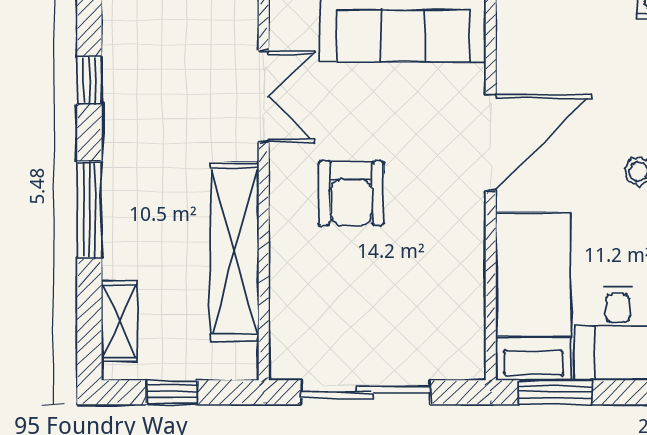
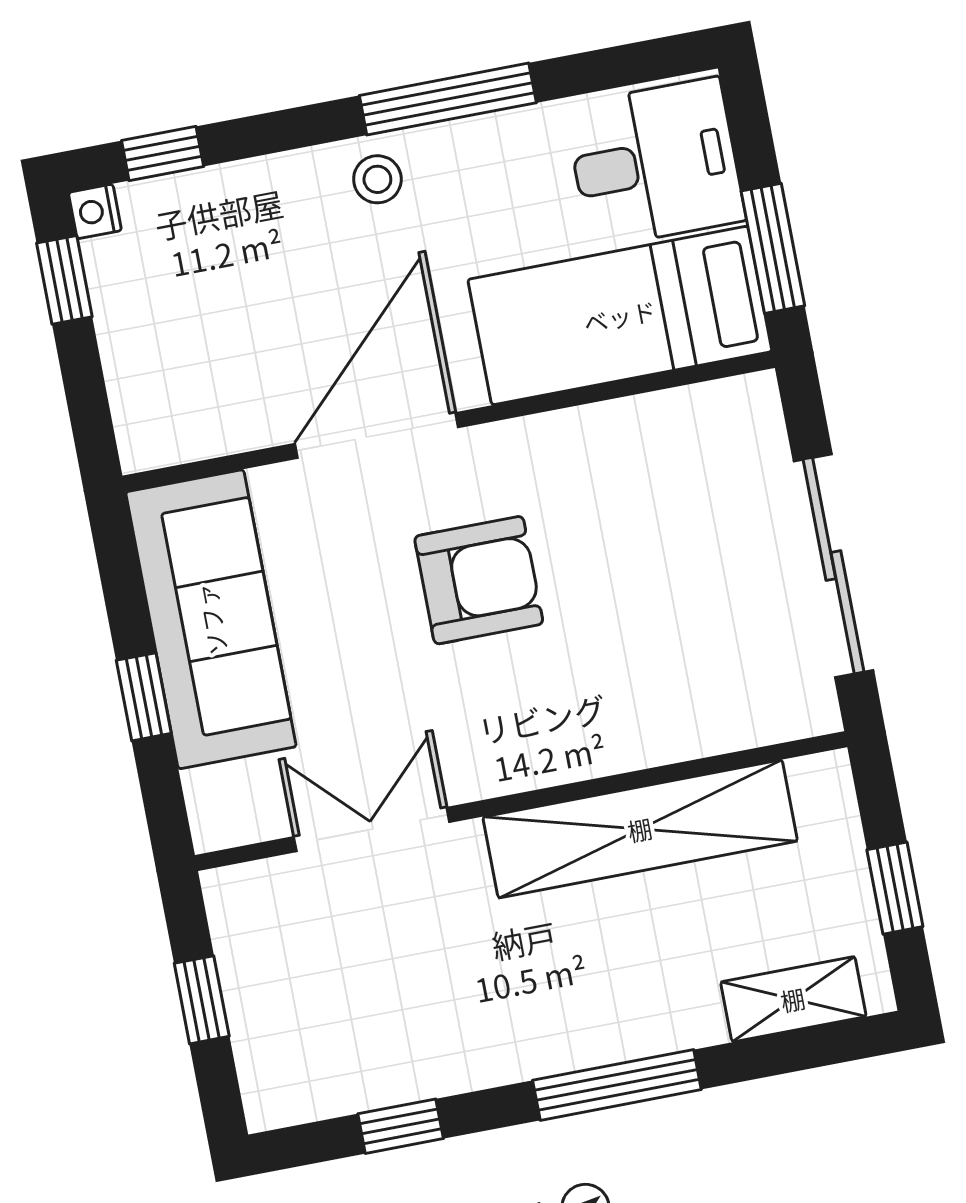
door: (491, 143) -> (377, 436), hinge flipped
armchair: (351, 193) -> (479, 580), moved

